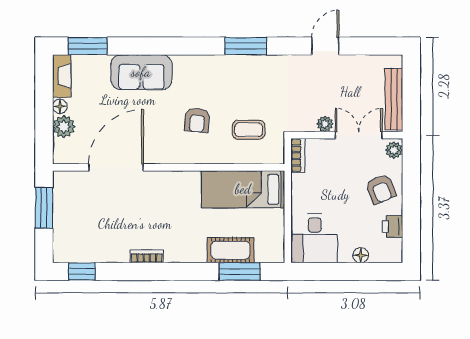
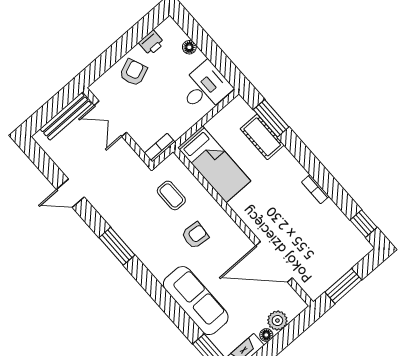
sofa: (141, 72) -> (196, 301), width x1.36
plant: (325, 124) -> (123, 148), removed
plant: (394, 150) -> (100, 87), removed

